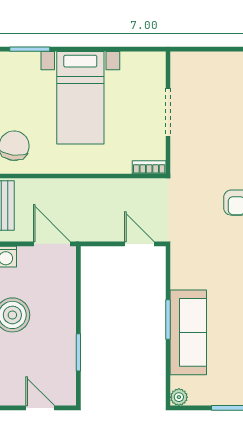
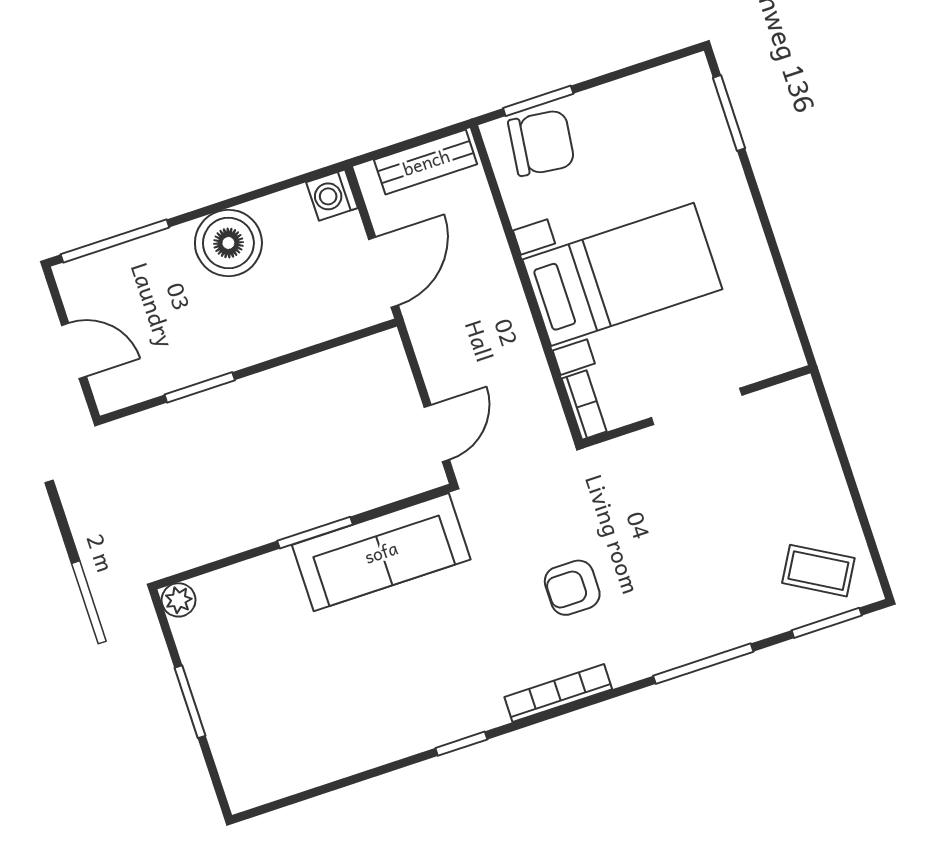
bed with nightstands: (80, 98) -> (622, 274), moved, turned 180
sofa: (188, 332) -> (381, 552), moved
door: (40, 408) -> (74, 351), hinge flipped

